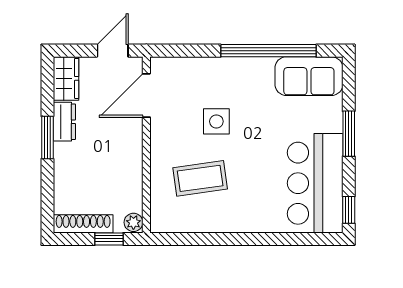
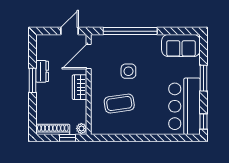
window: (268, 51) -> (130, 31), moved
wardrobe: (66, 78) -> (79, 87), moved, turned 180

